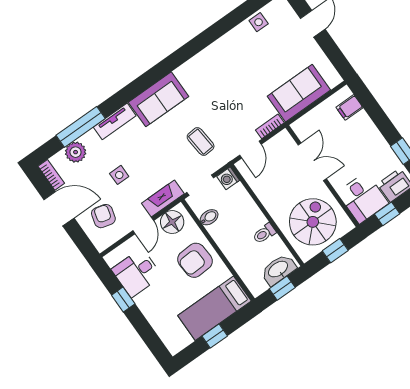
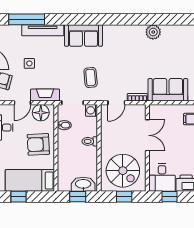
side table: (259, 22) -> (174, 32), removed
tv unit: (115, 121) -> (43, 30), width x1.41
plant: (76, 152) -> (153, 32), moved
spiral stairs: (313, 222) -> (123, 171), turned 90
toilet: (264, 233) -> (90, 141), moved

